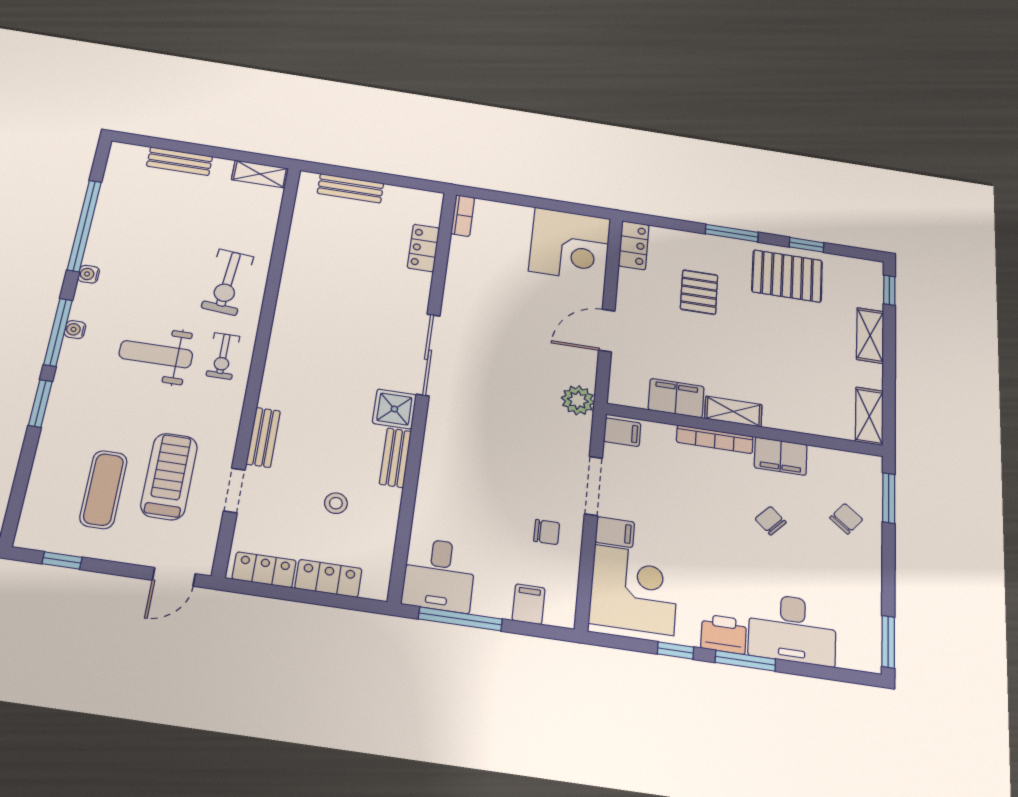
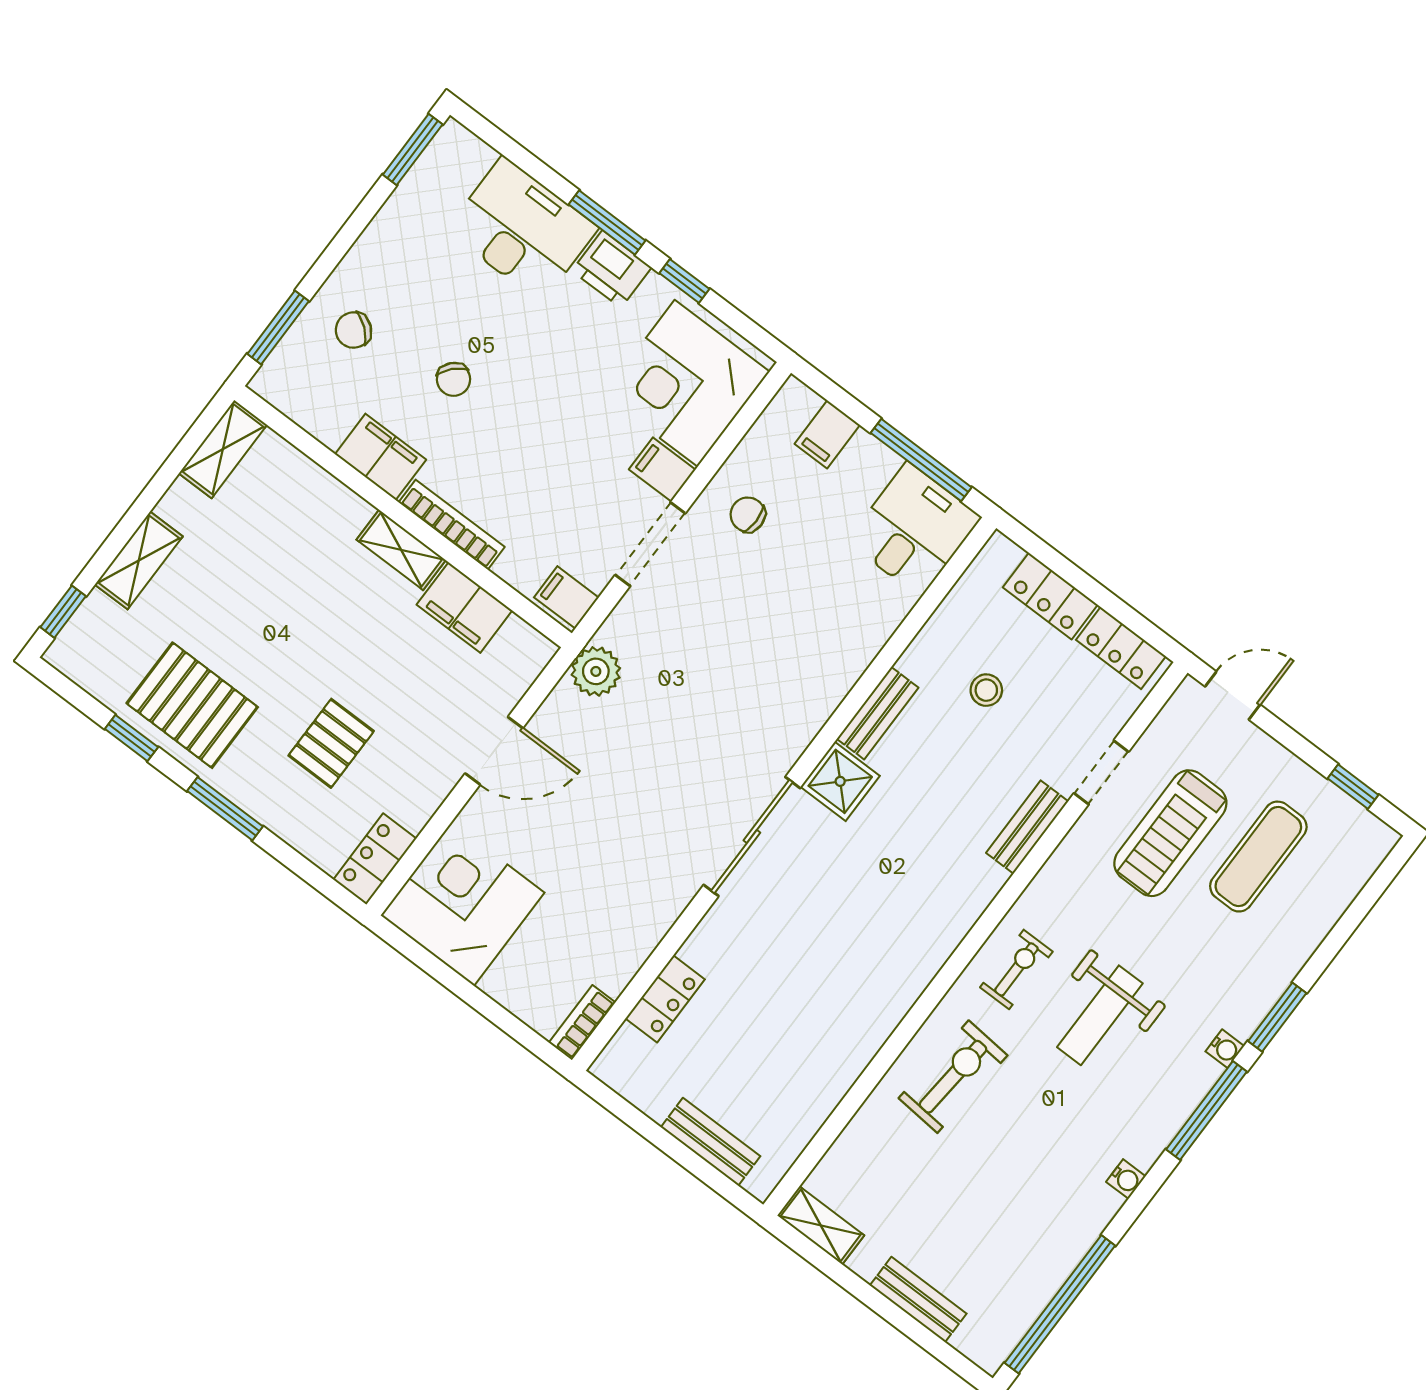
window: (84, 226) -> (1060, 1304), moved
water cooler: (75, 330) -> (1225, 1049), moved
weight bench: (156, 354) -> (1100, 1015), turned 90

